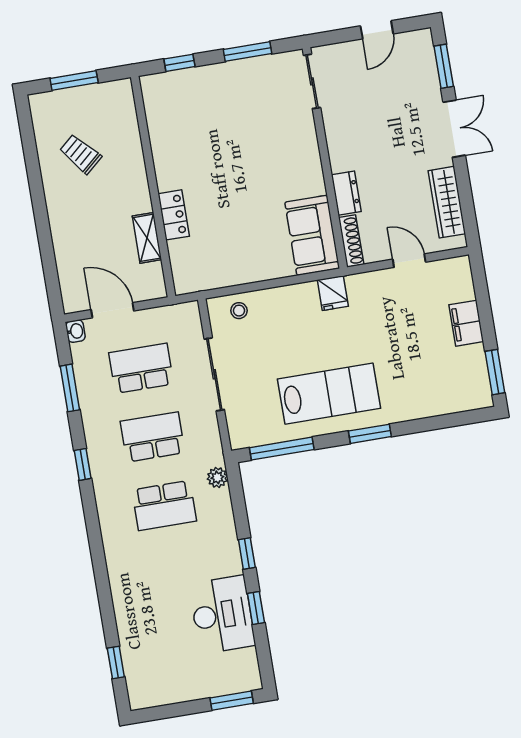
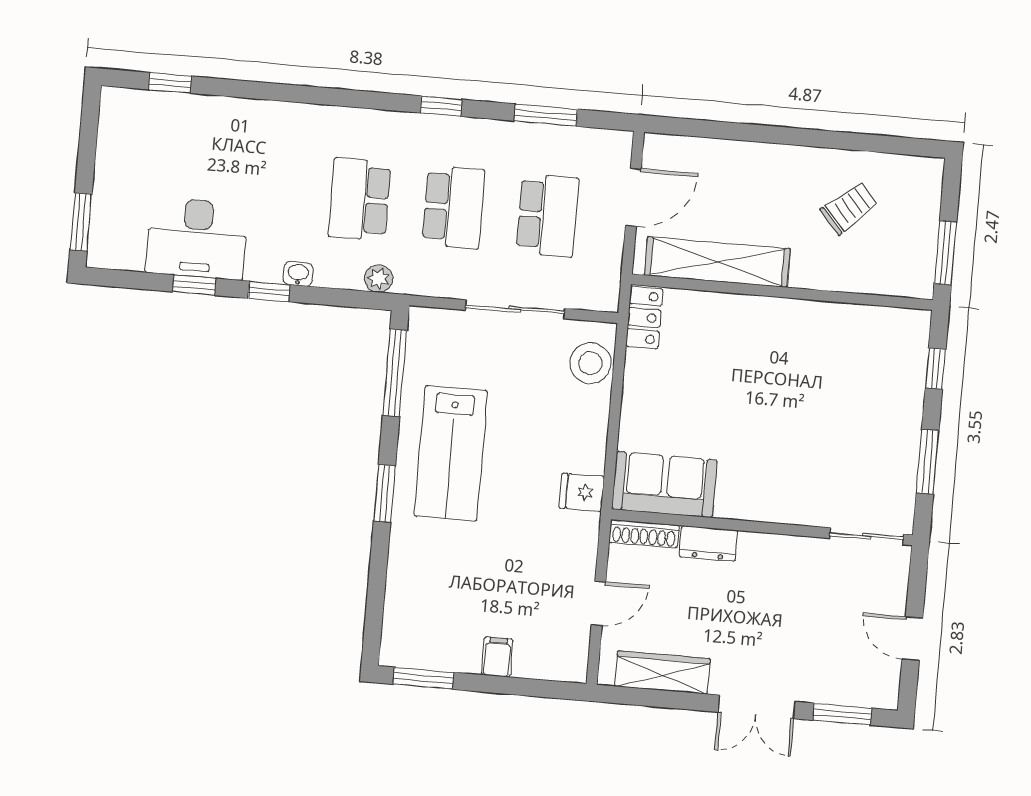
window: (74, 81) -> (945, 253), moved
locker: (174, 215) -> (644, 317), moved, turned -90
shelving: (147, 238) -> (717, 262), width x2.20, depth x1.33
stool: (239, 311) -> (590, 363), width x1.89, depth x1.89
filing cabinet: (466, 323) -> (497, 657), width x0.50
washbasin: (75, 331) -> (298, 274), moved, turned 180

